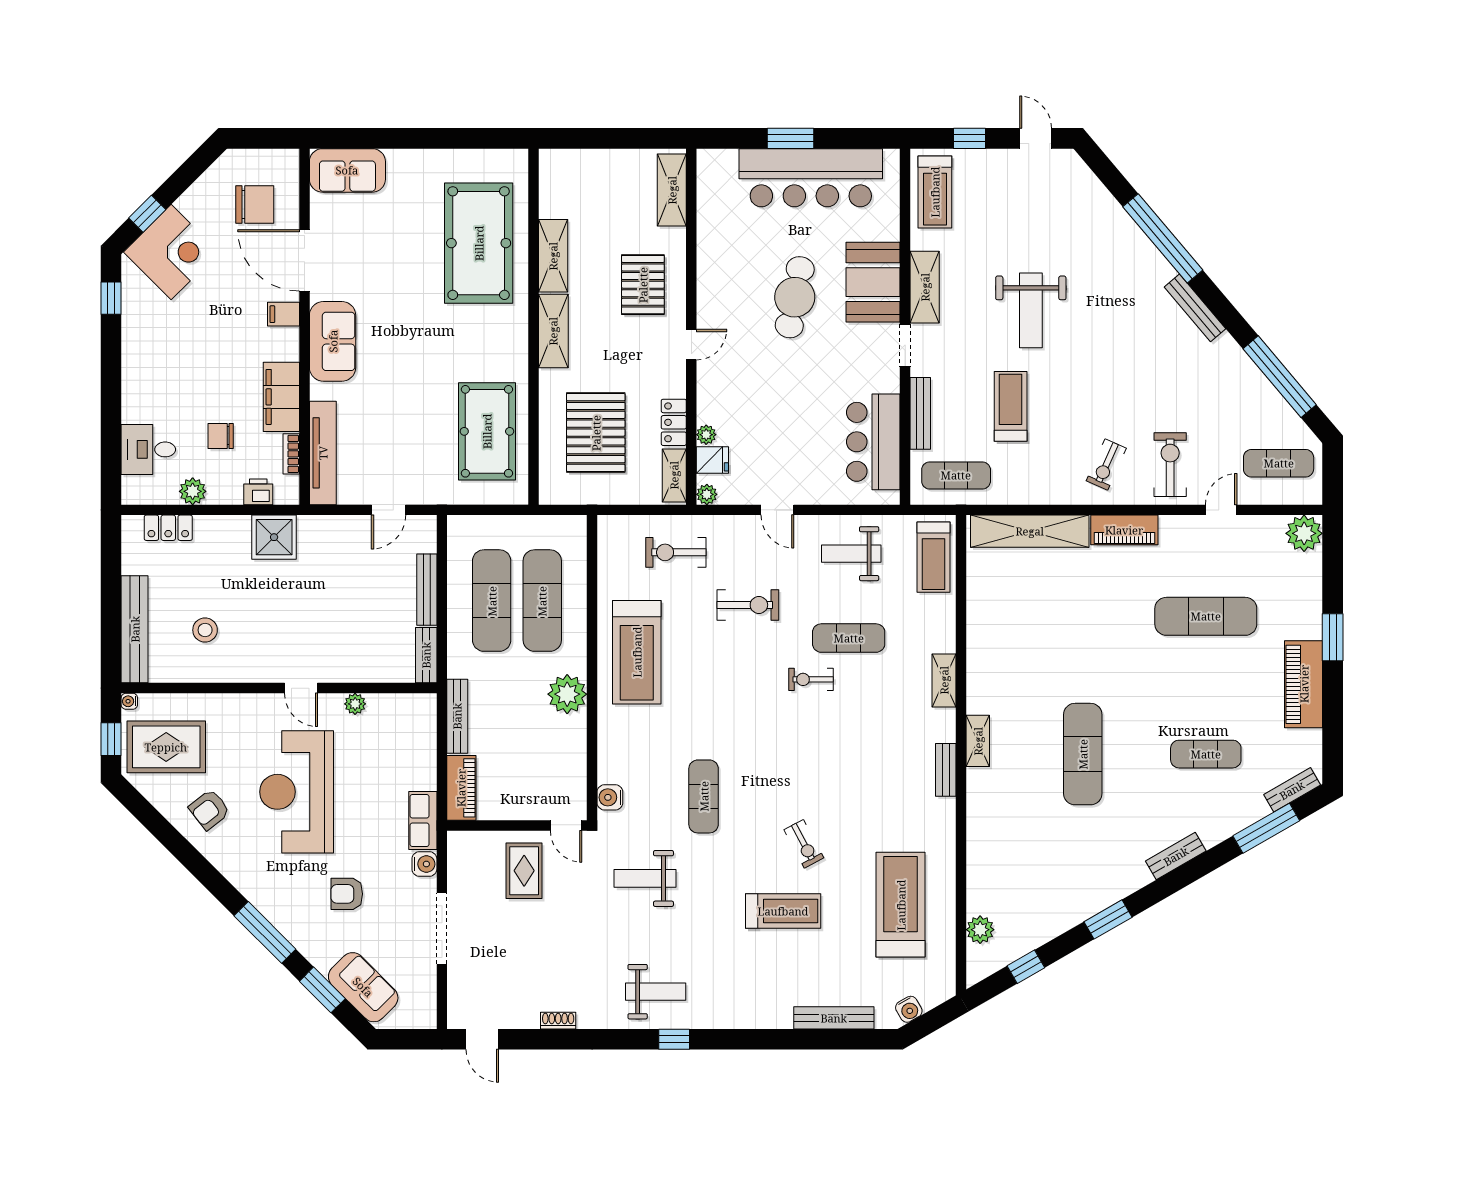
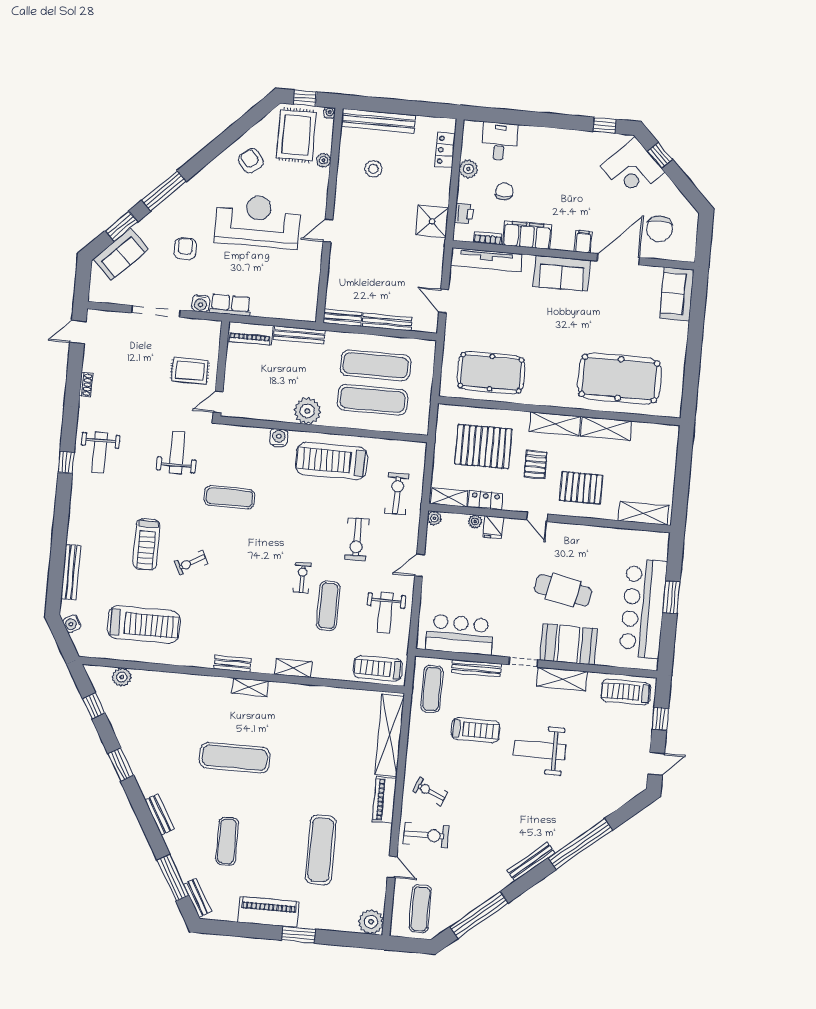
pallet: (615, 354) -> (536, 464), added
fridge: (712, 460) -> (493, 527), moved
weight bench: (851, 554) -> (385, 613), turned 180
plant: (355, 704) -> (323, 160), moved
water cooler: (610, 797) -> (279, 438), moved

